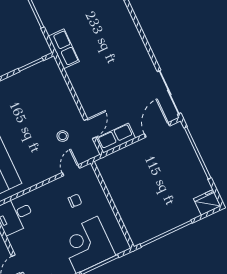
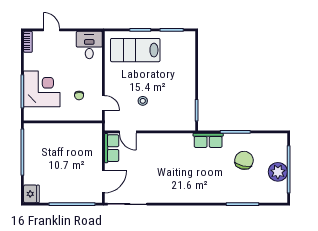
row of seats: (64, 49) -> (208, 140), moved
door: (157, 130) -> (103, 182), hinge flipped
stool: (63, 136) -> (143, 101), moved

